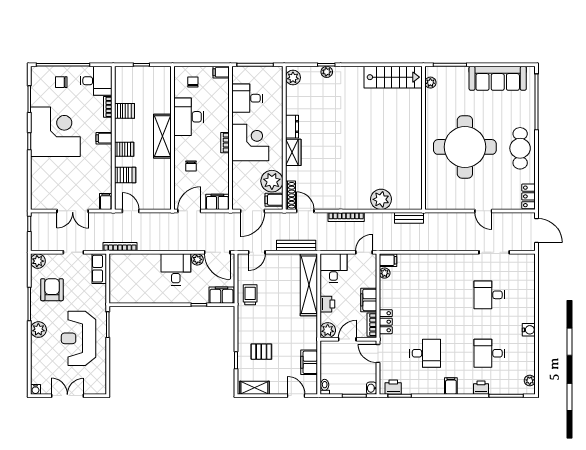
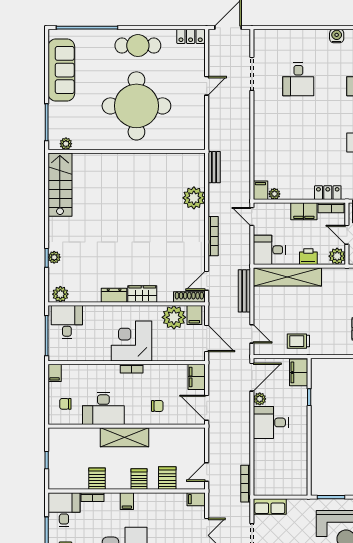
desk: (247, 98) -> (67, 322), moved, turned 180

